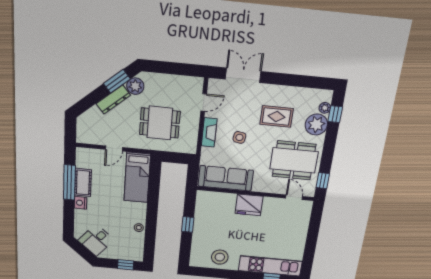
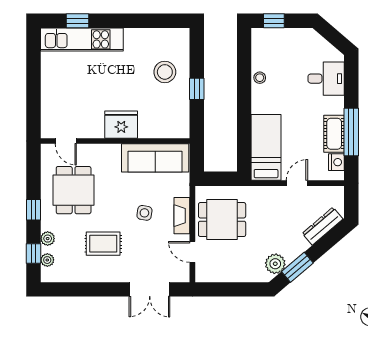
dresser: (113, 100) -> (323, 226), moved
door: (204, 103) -> (192, 252), hinge flipped
dining table: (160, 123) -> (222, 220), moved
plant: (316, 124) -> (48, 239), width x0.53, depth x0.53
dining table: (294, 160) -> (74, 190), width x0.73
window: (323, 181) -> (34, 210), moved
nightstand: (80, 203) -> (336, 162), moved
desk: (96, 240) -> (326, 79), moved, turned 49
stool: (220, 257) -> (165, 72), moved

